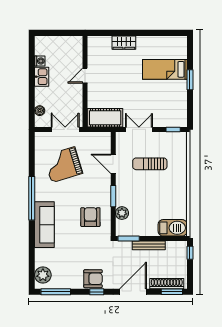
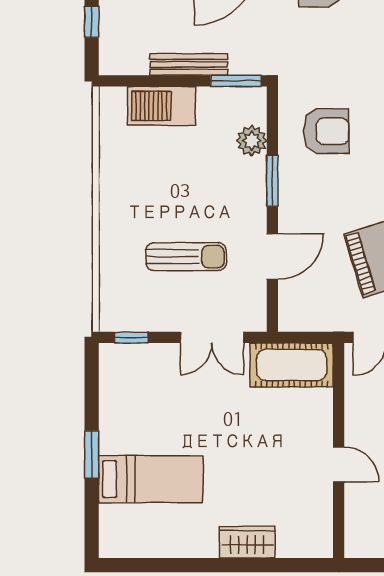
door: (85, 76) -> (339, 464), hinge flipped
door: (113, 164) -> (272, 257), hinge flipped
armchair: (90, 217) -> (326, 131), turned -90
barbecue: (173, 228) -> (161, 106), moved
window: (190, 253) -> (92, 22), moved

